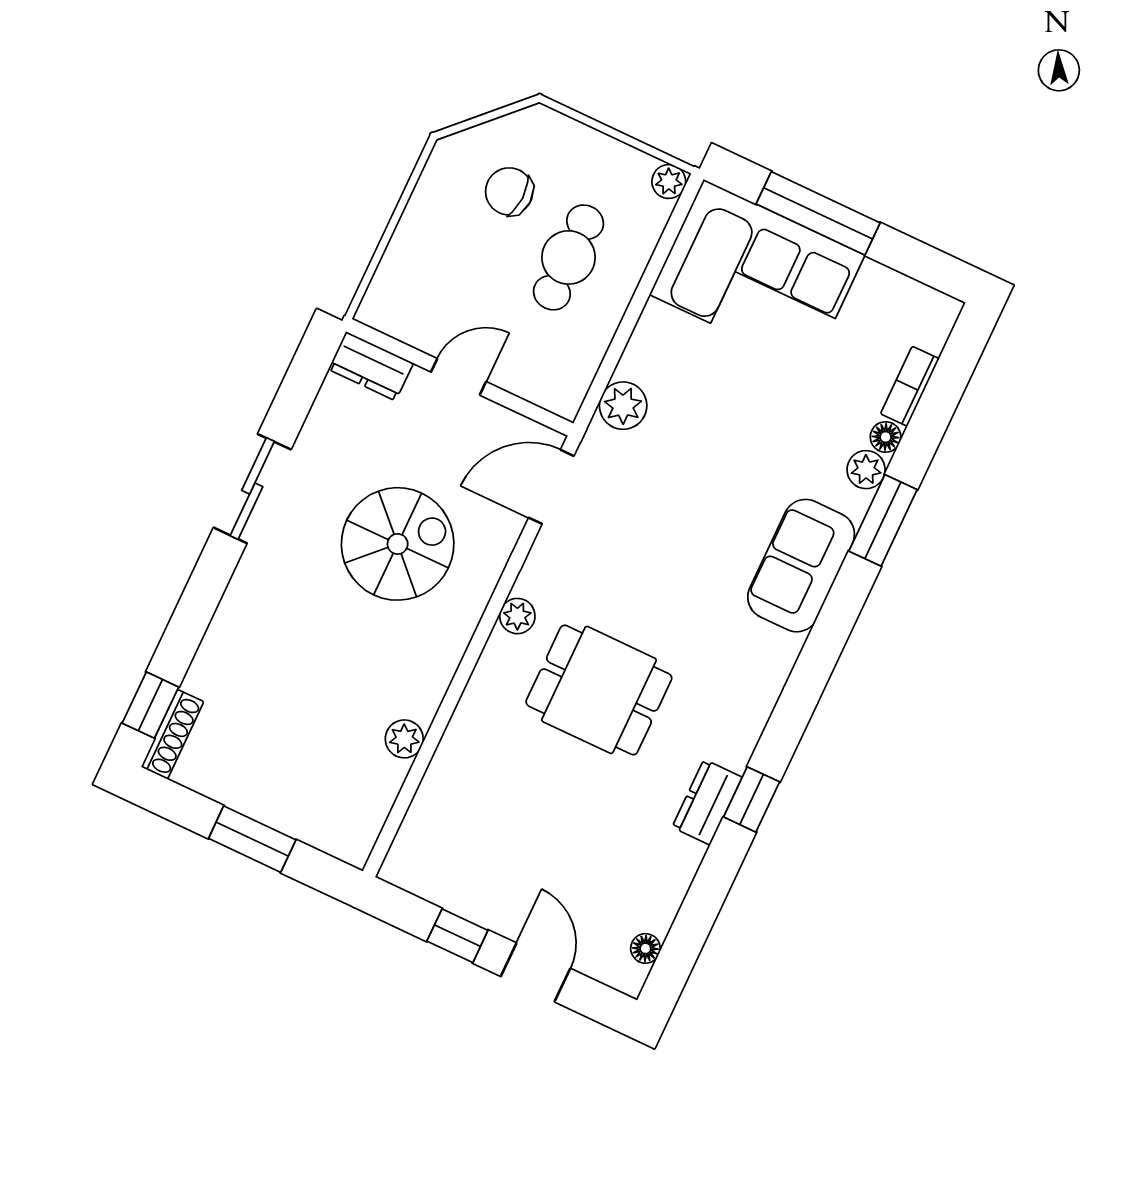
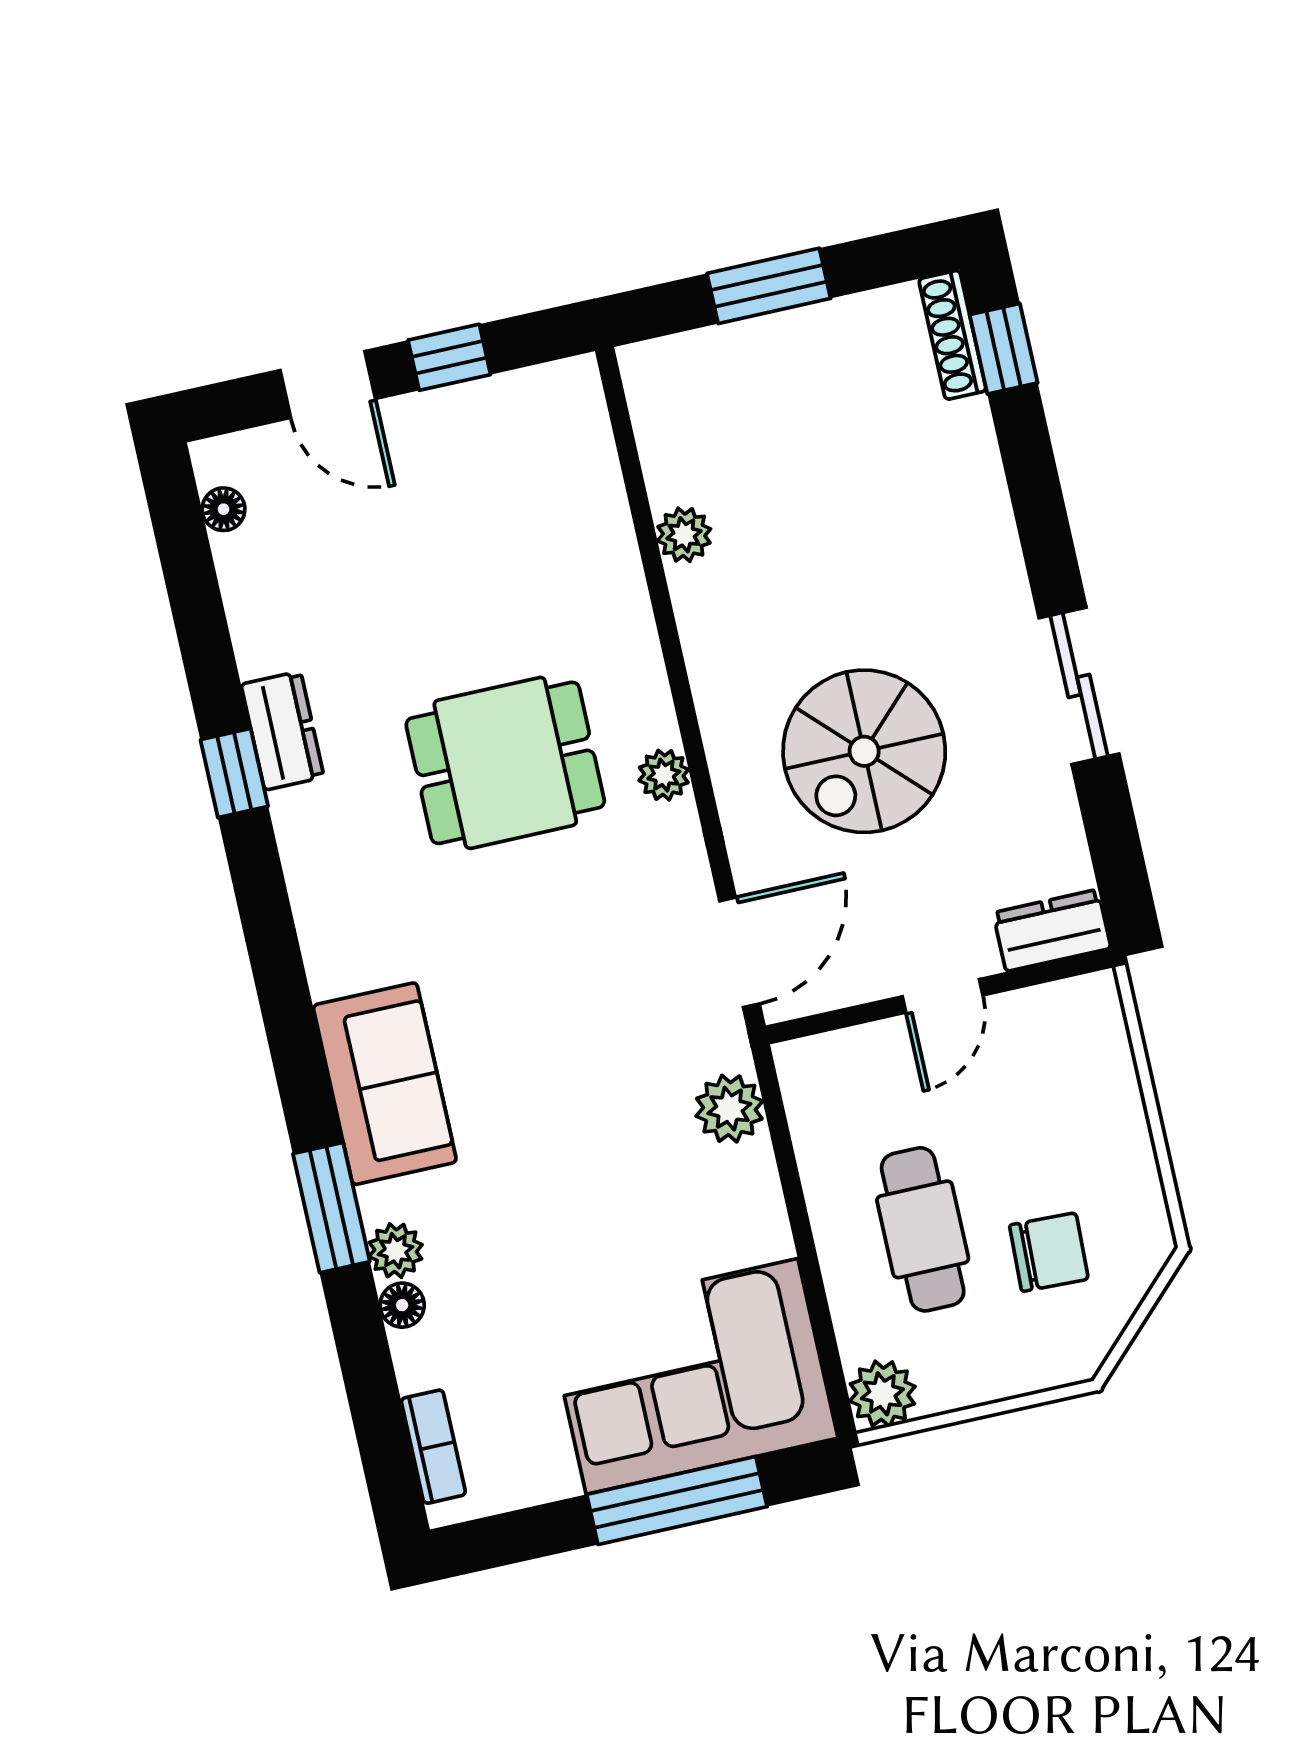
plant: (669, 182) -> (882, 1394), width x1.38, depth x1.38
bookcase: (910, 386) -> (433, 1447), moved

